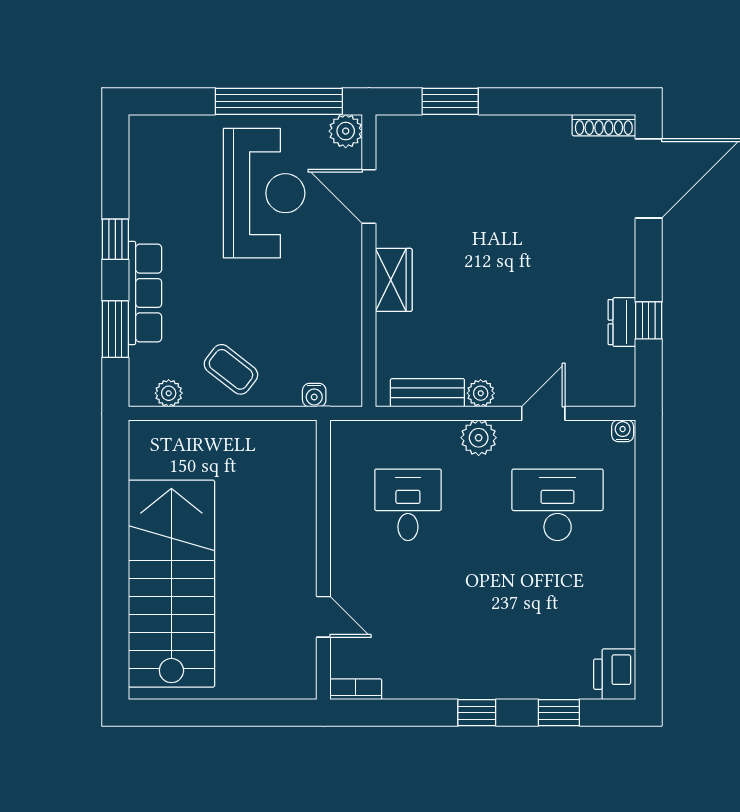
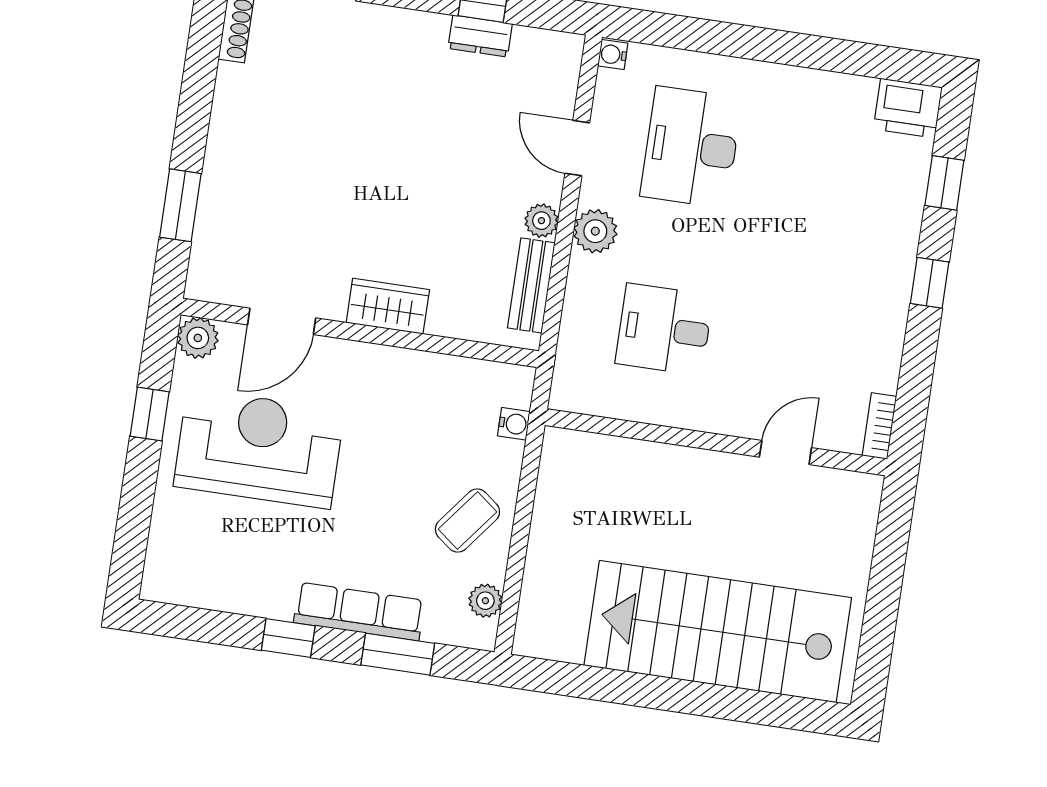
window: (279, 101) -> (150, 414), width x0.32

